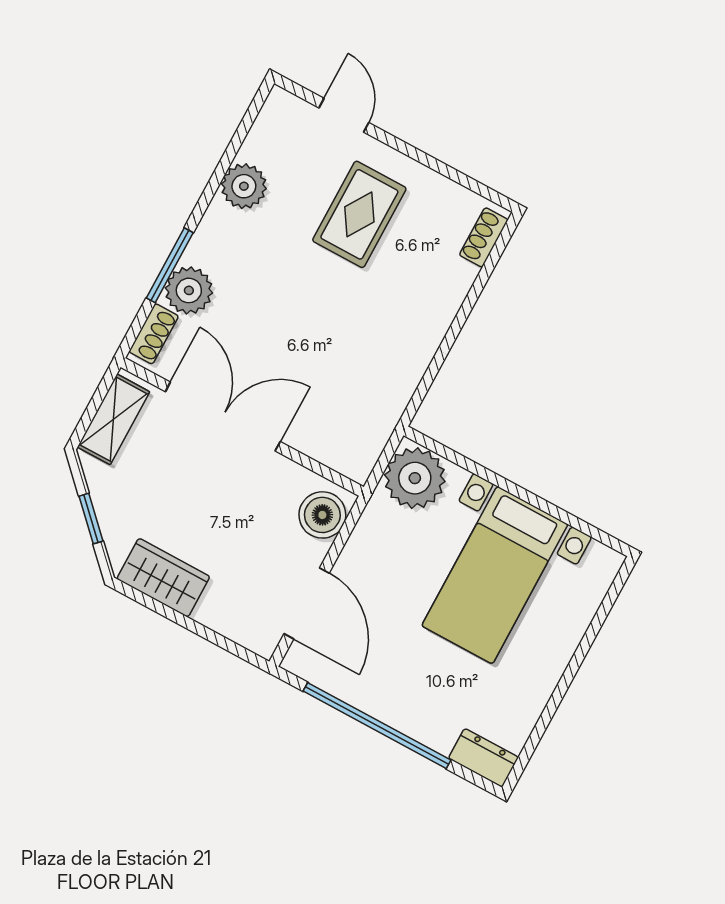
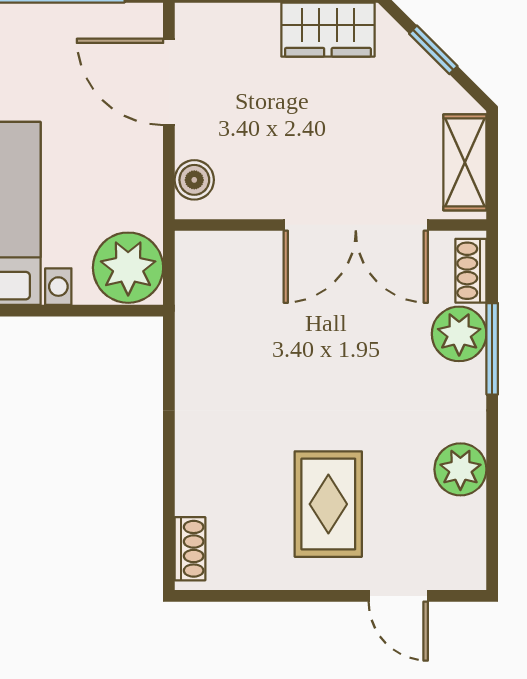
boiler: (322, 515) -> (194, 180), width x0.73, depth x0.73

